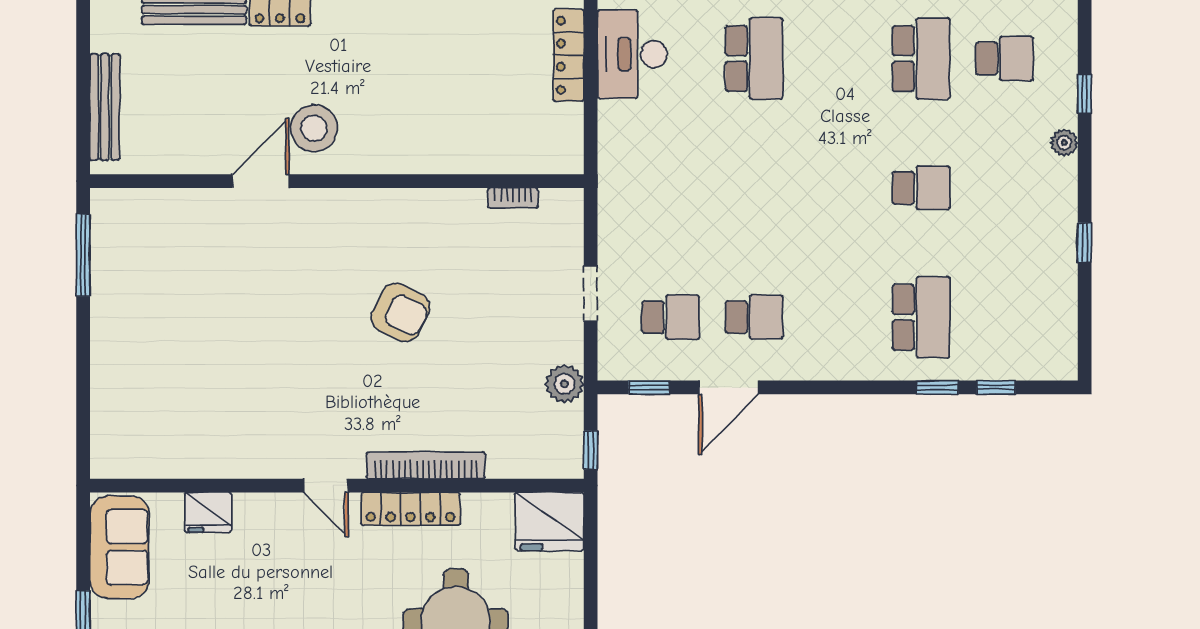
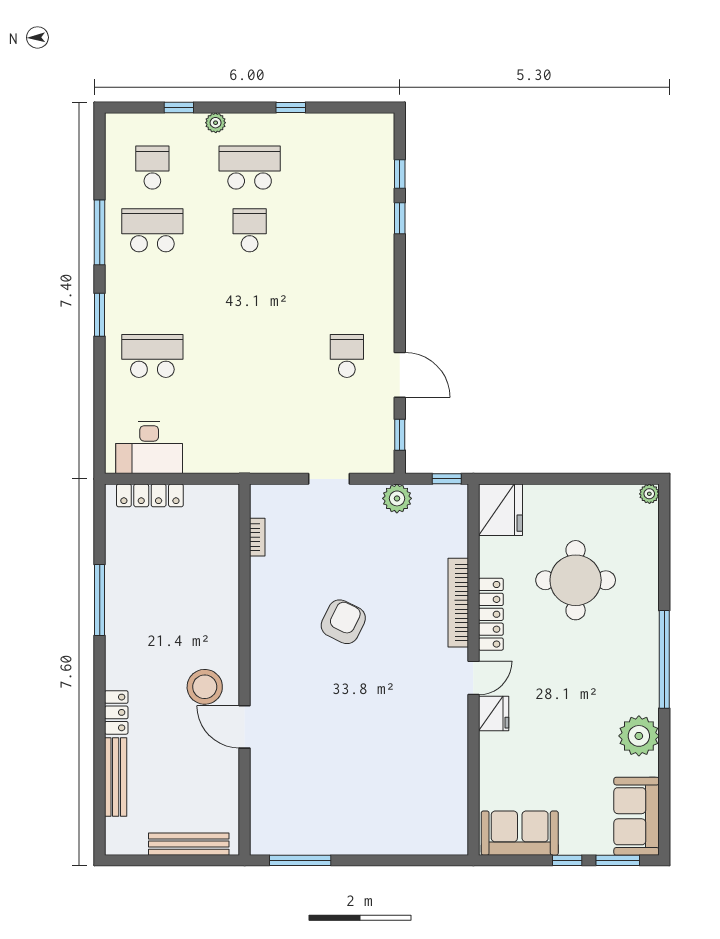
school desk: (671, 317) -> (347, 419), removed
school desk: (921, 317) -> (250, 168), moved
fridge: (208, 512) -> (494, 714), moved

